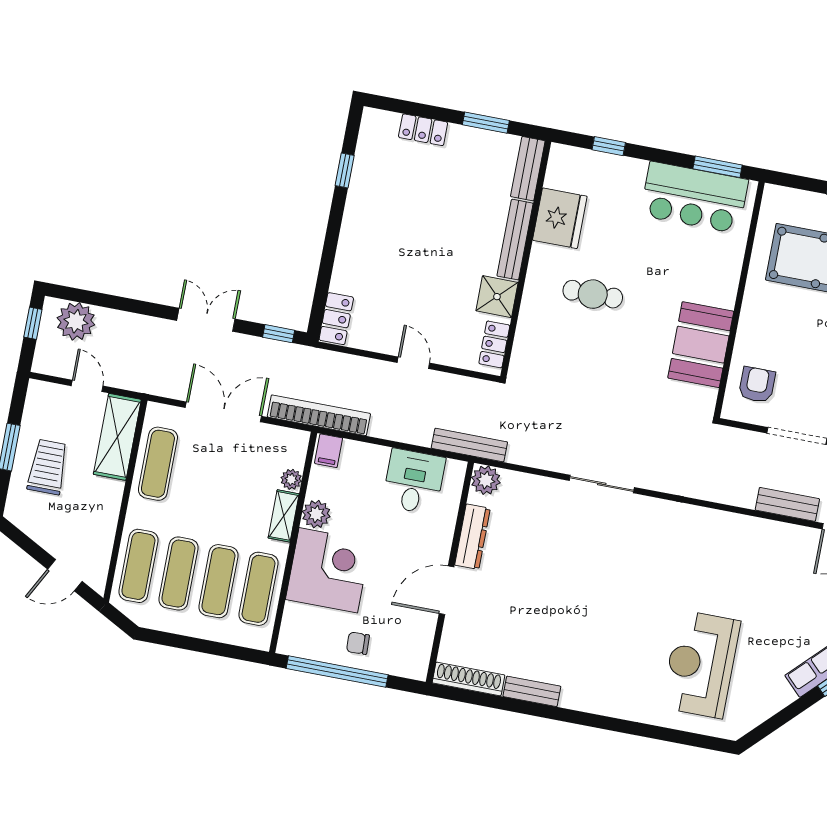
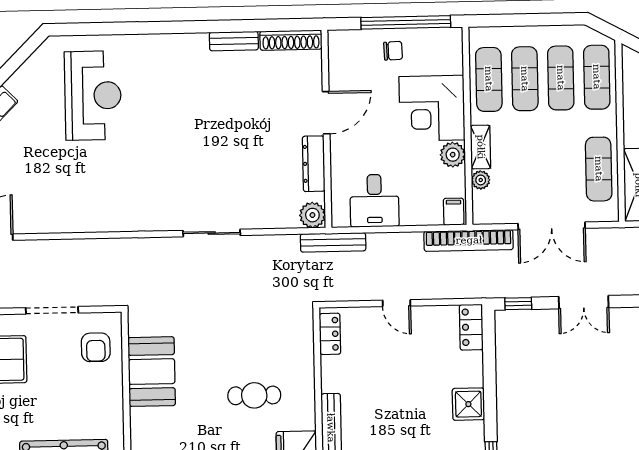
shower: (497, 297) -> (468, 404), moved
bench: (787, 504) -> (48, 250), removed

